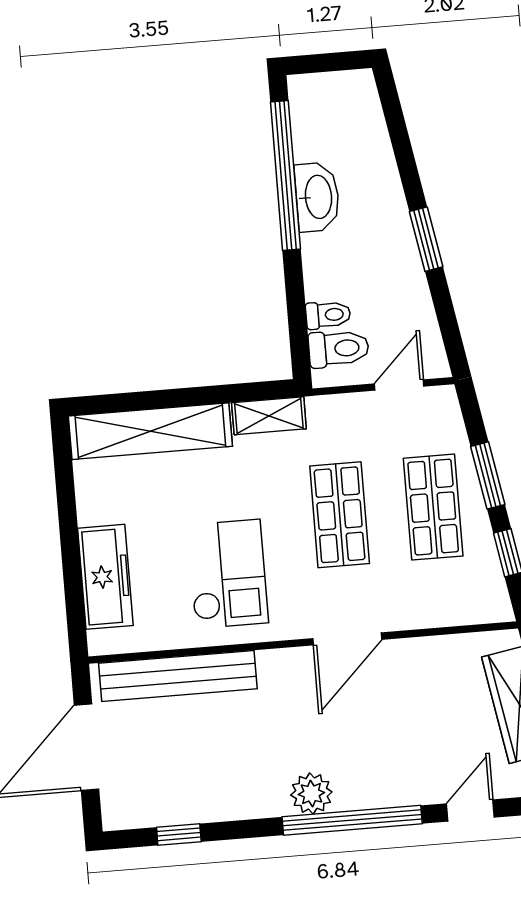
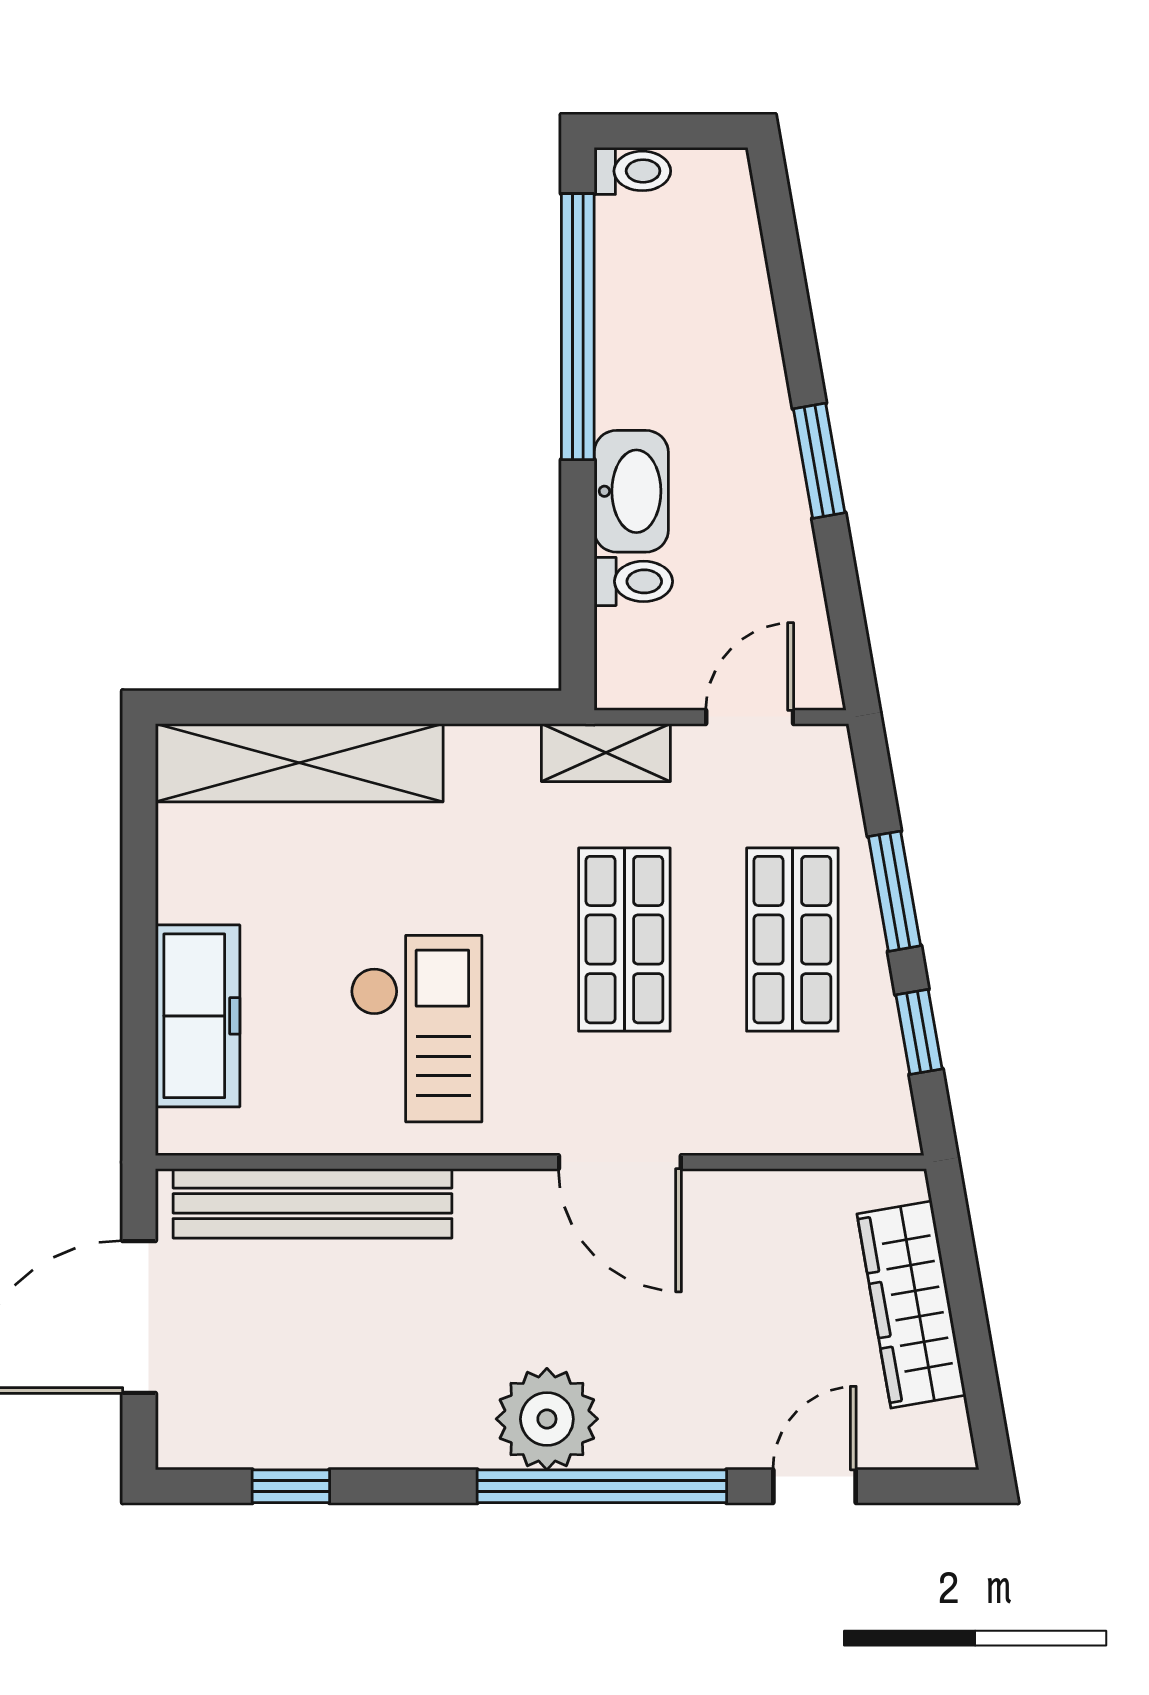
washbasin: (317, 197) -> (631, 491), moved
toilet: (339, 349) -> (632, 171), moved, width x0.73, depth x0.72
shelving: (269, 416) -> (606, 753), moved
door: (347, 639) -> (620, 1162), hinge flipped
plant: (311, 794) -> (547, 1419), width x1.36, depth x1.36

